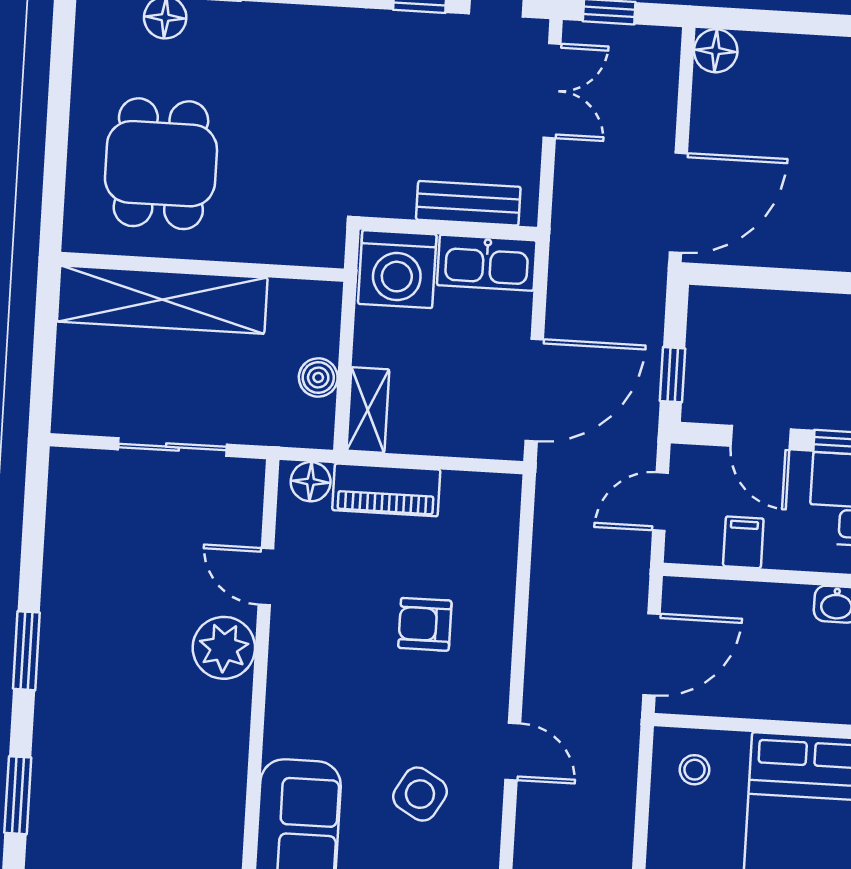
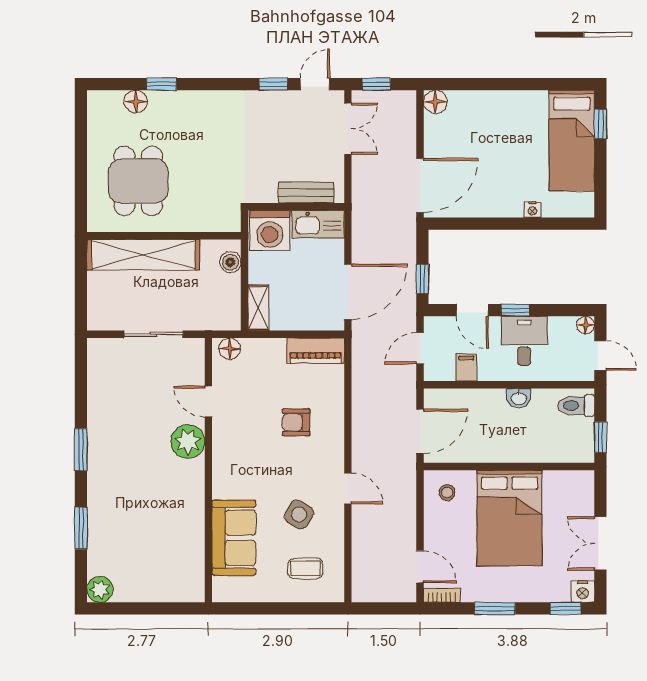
boiler: (318, 377) -> (230, 262), moved
piano: (386, 490) -> (316, 351), moved

